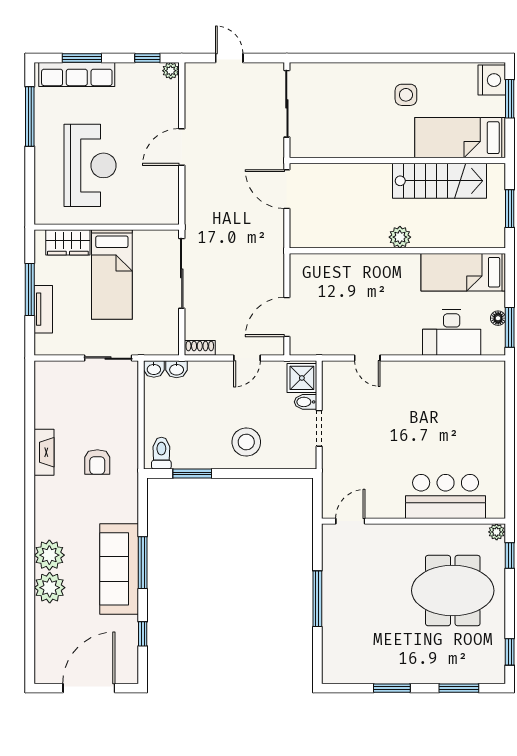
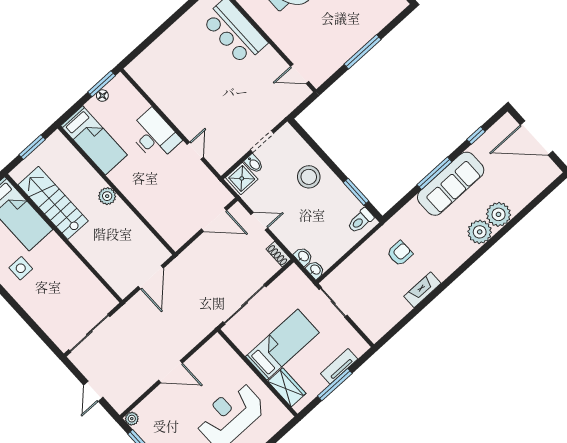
door: (287, 189) -> (151, 277), moved
desk: (452, 333) -> (154, 135), moved

